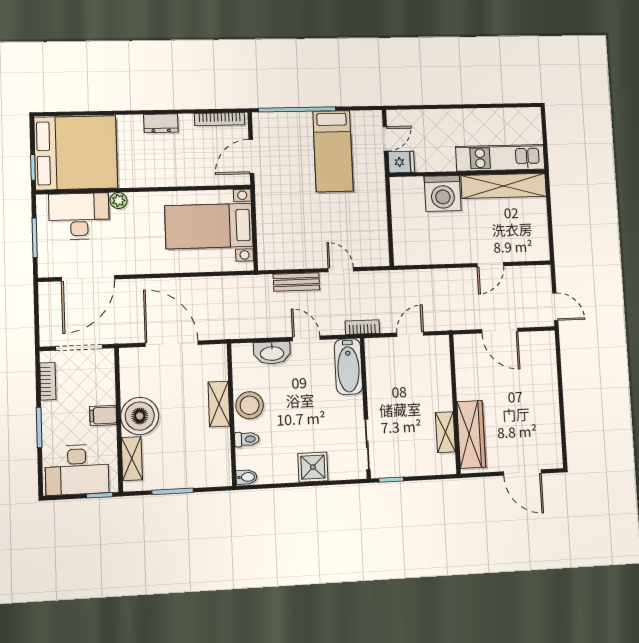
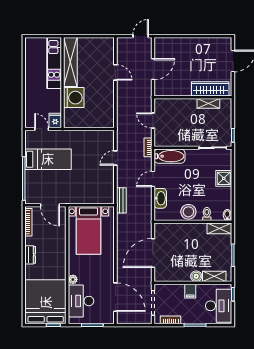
bench: (296, 282) -> (121, 200), moved
shelving: (219, 404) -> (219, 228), moved
boiler: (140, 416) -> (196, 276), width x0.54, depth x0.54

